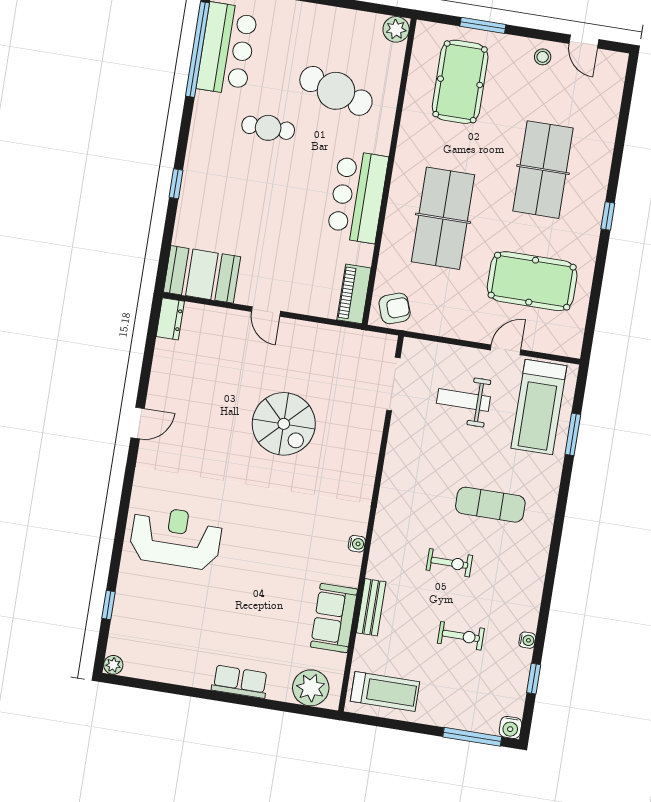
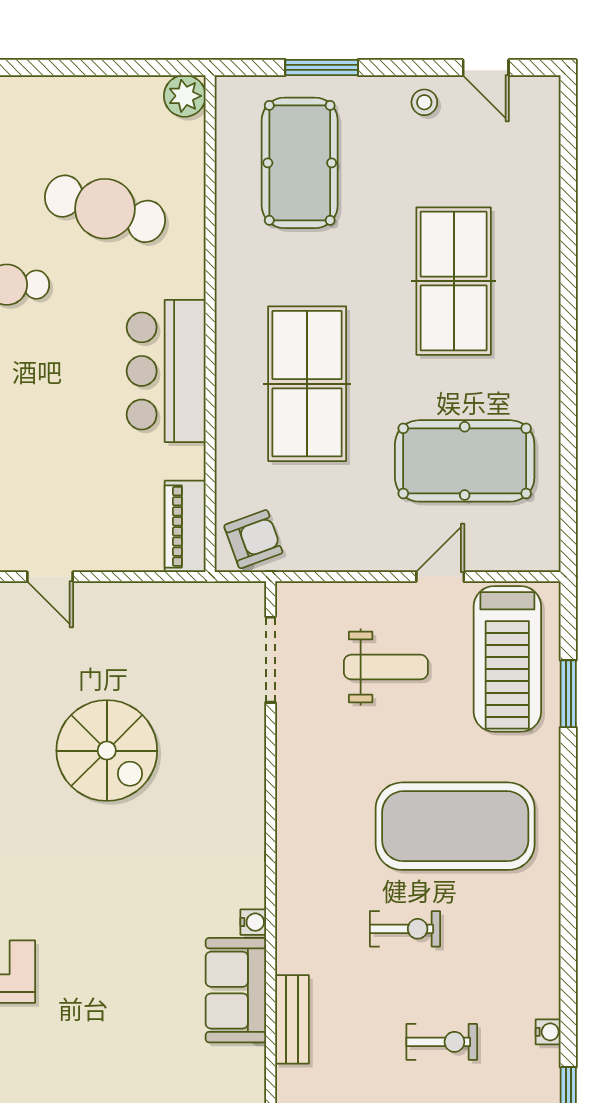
window: (608, 216) -> (568, 338), removed
weight bench: (463, 400) -> (386, 667), turned 180
exercise mat: (490, 505) -> (455, 826), width x2.00, depth x1.45
sofa: (334, 618) -> (236, 990), moved

